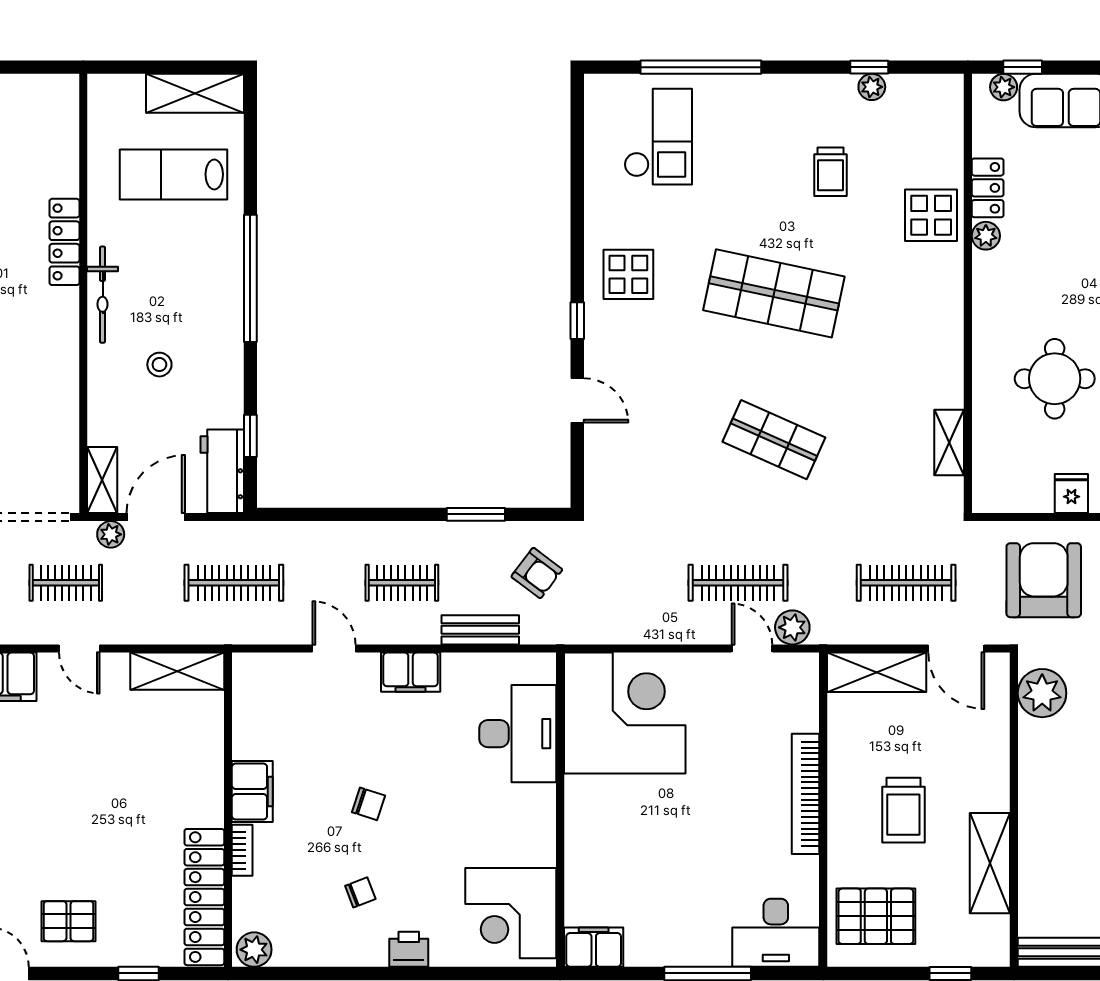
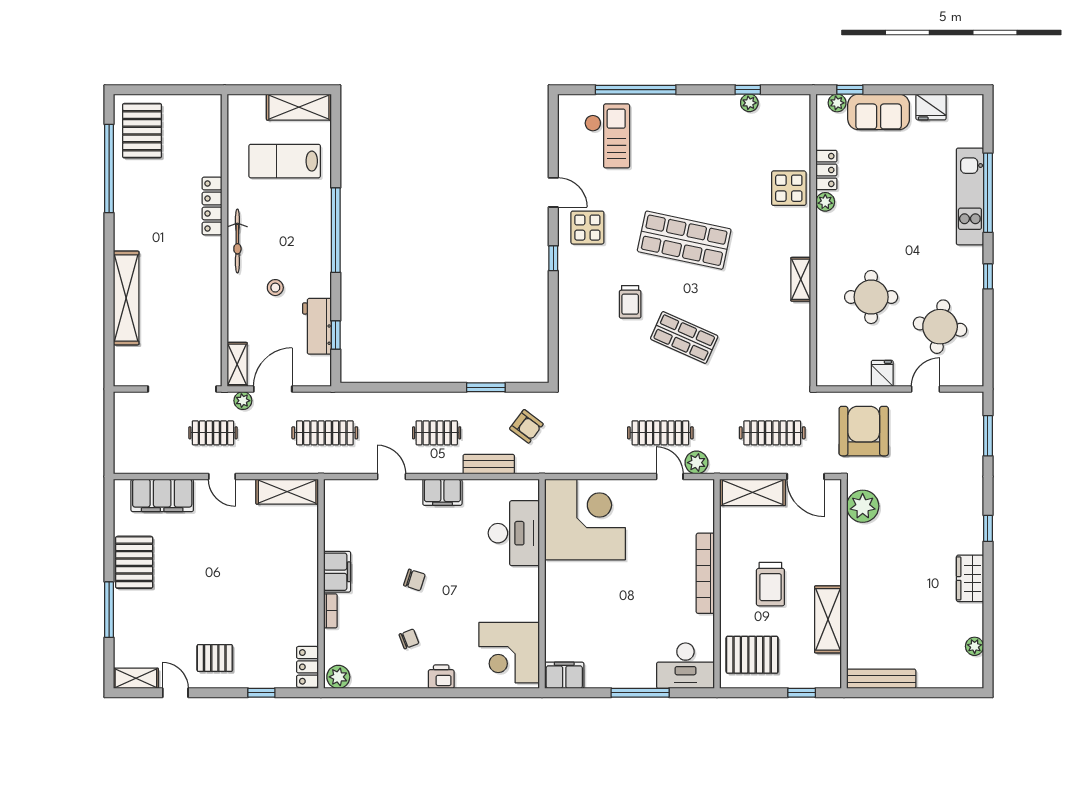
trolley: (830, 172) -> (630, 302), moved
door: (577, 400) -> (553, 192), moved
shelving: (949, 443) -> (801, 279), moved
workbench: (222, 471) -> (317, 326), moved
locker: (204, 897) -> (307, 667), width x0.46, depth x0.83

